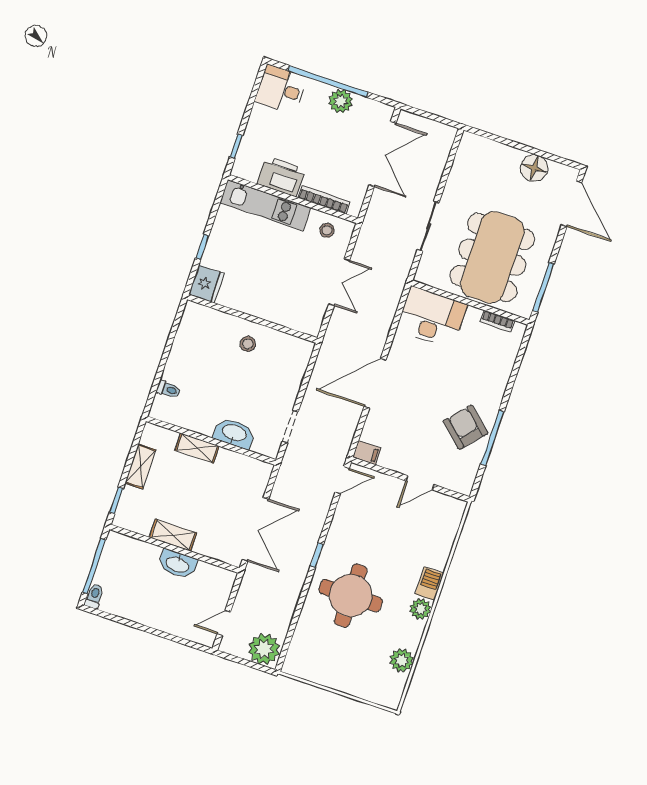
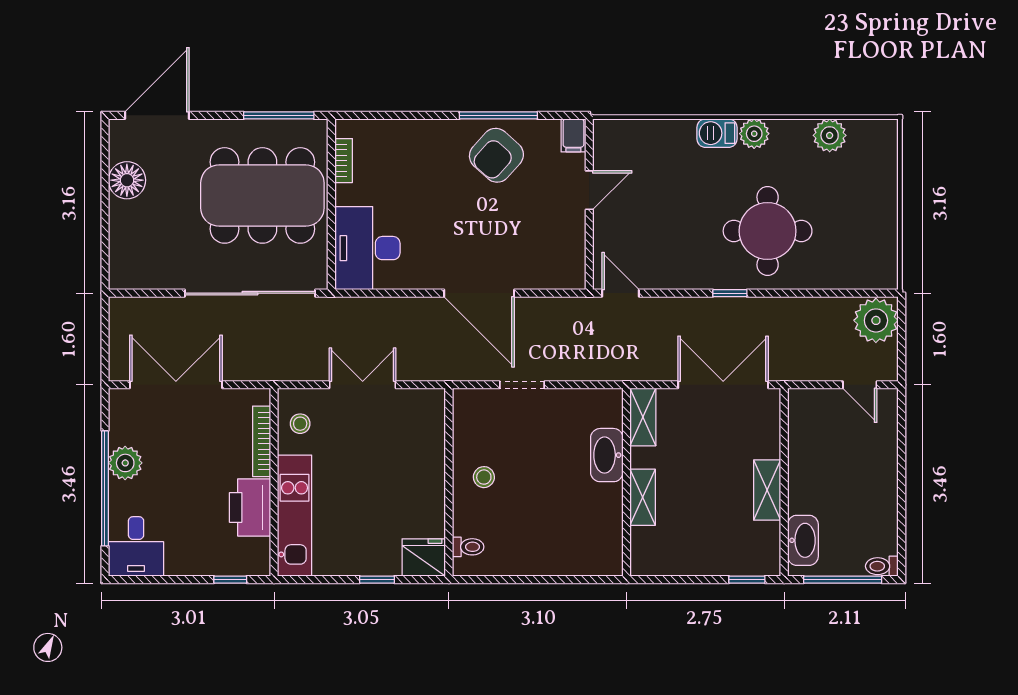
sliding door: (428, 226) -> (250, 293), width x1.86
toilet: (169, 390) -> (468, 547), moved, turned 90
doorway: (290, 427) -> (522, 385), moved
filing cabinet: (367, 453) -> (573, 135), moved, turned 180
shelving: (140, 466) -> (643, 417), moved, turned 90
door: (420, 483) -> (589, 190), hinge flipped
washbasin: (178, 564) -> (803, 540), moved

